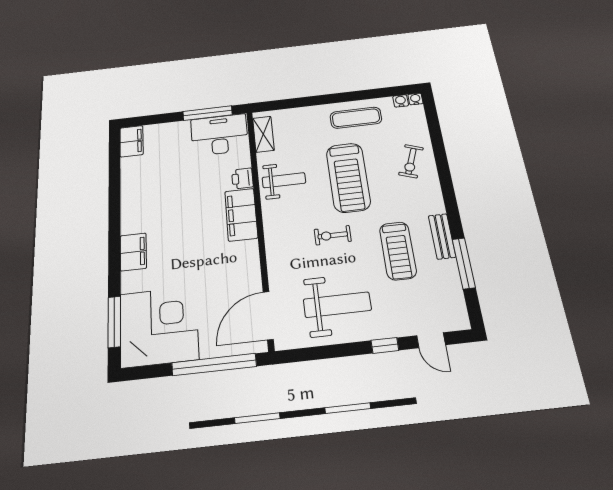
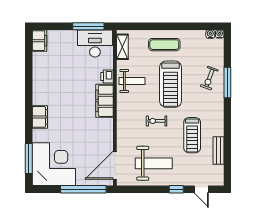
exercise mat: (356, 118) -> (164, 45), moved
bench: (442, 236) -> (218, 151), moved
window: (464, 263) -> (227, 83), moved

